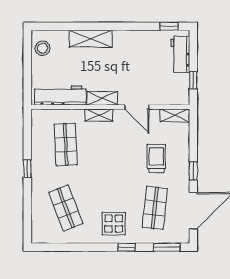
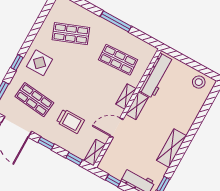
shelving: (91, 39) -> (171, 148), moved
window: (193, 133) -> (74, 159), added
window: (27, 169) -> (116, 21), width x2.17

